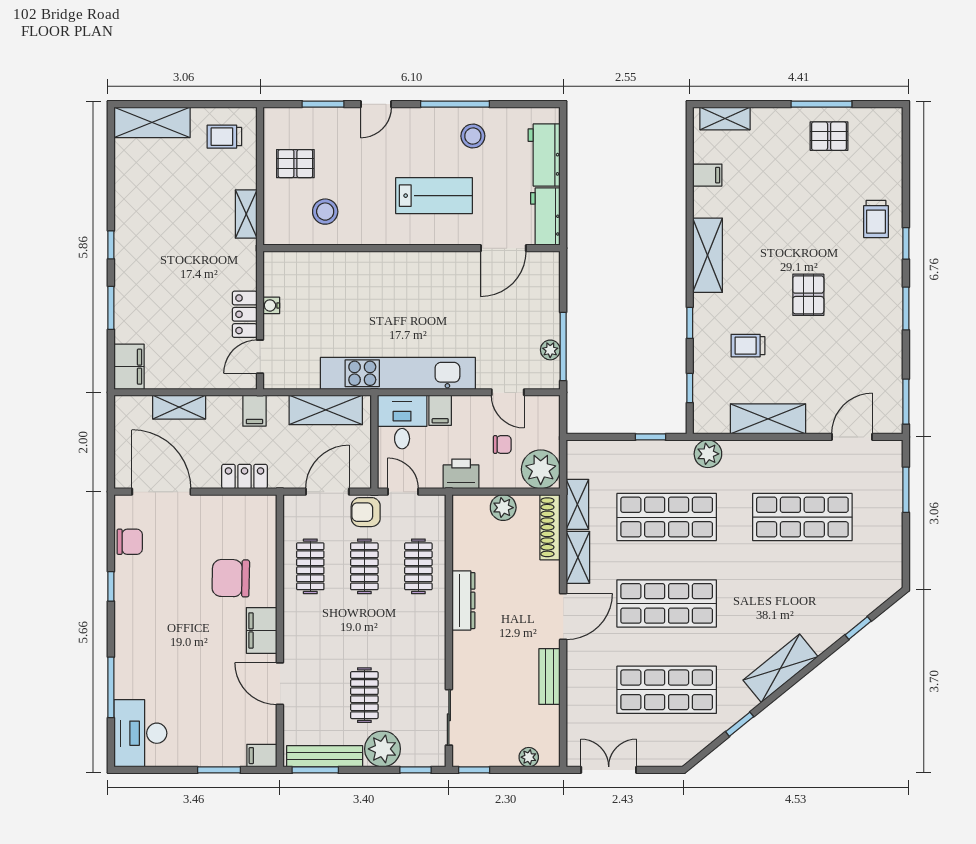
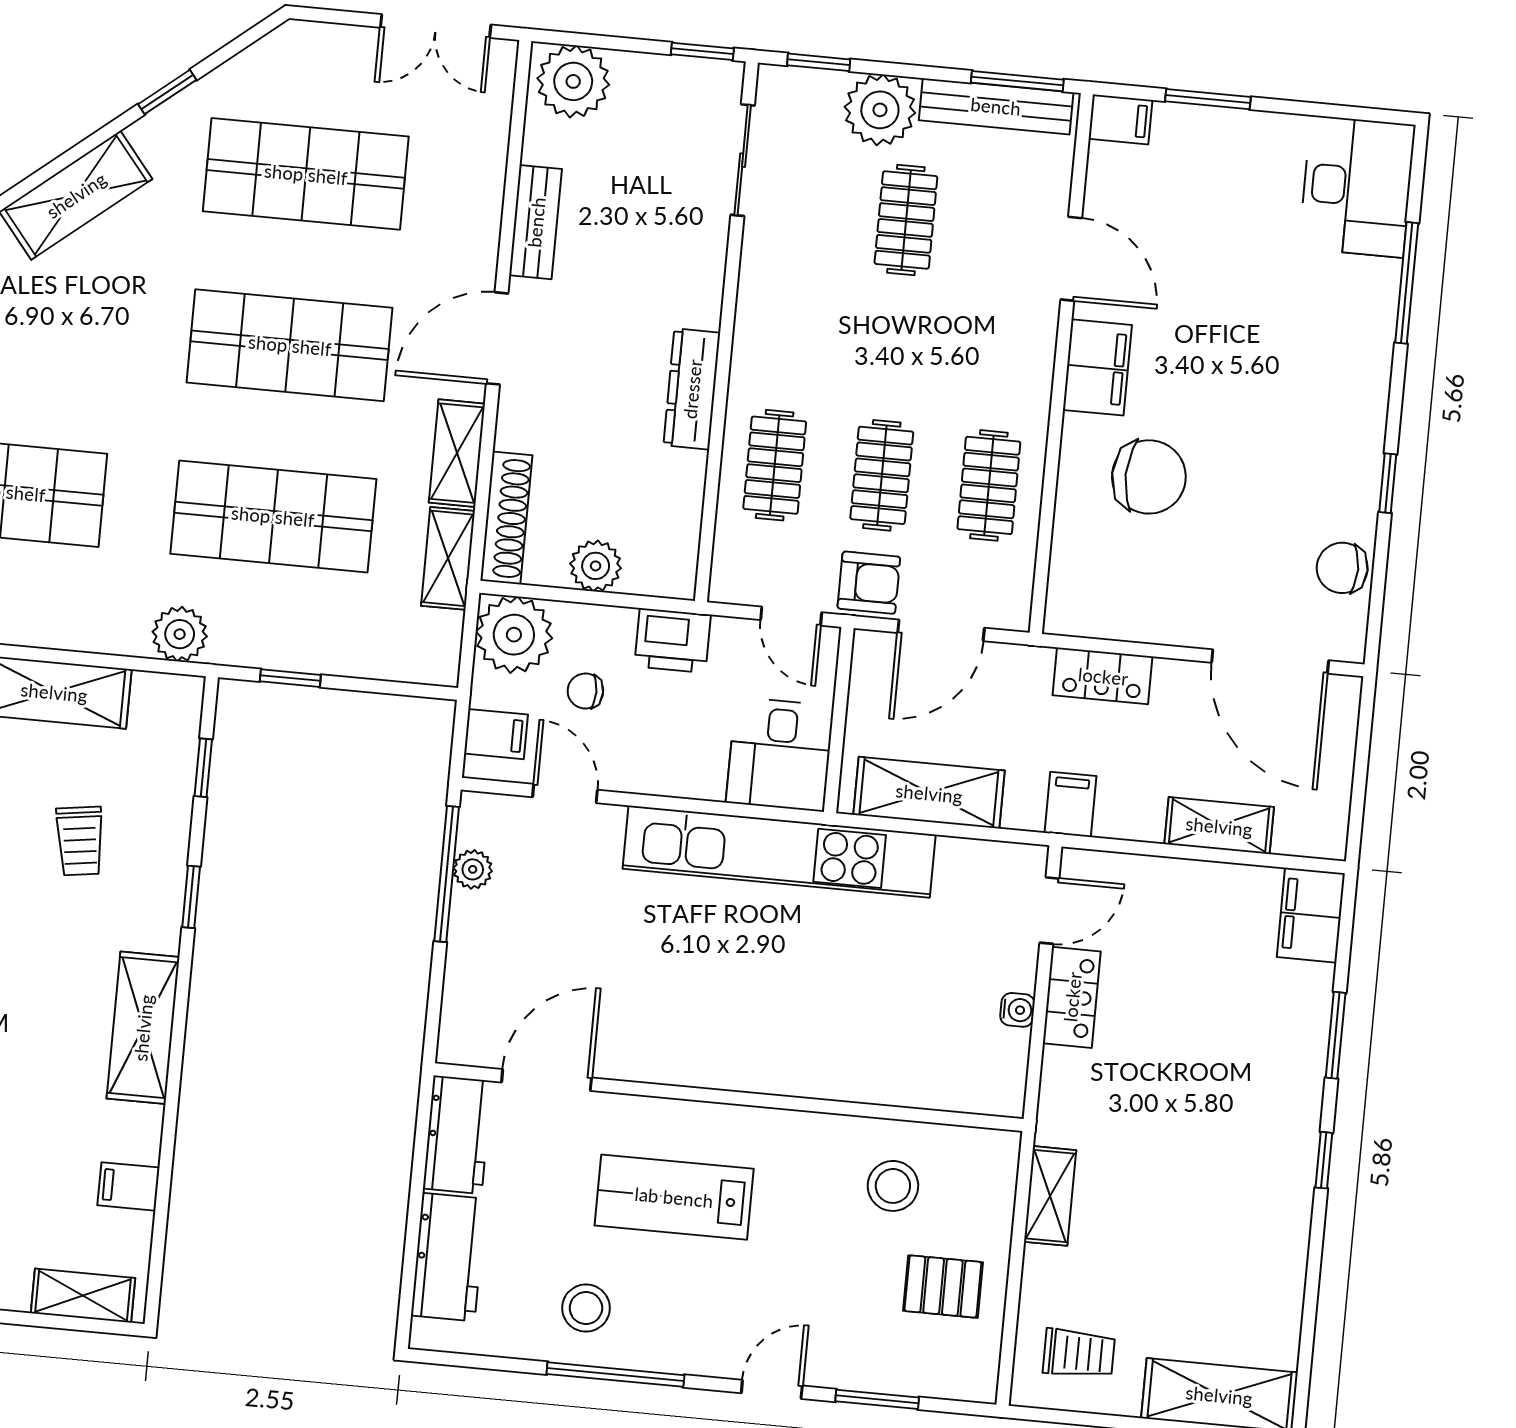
trolley: (748, 346) -> (80, 841), turned 82
filing cabinet: (440, 410) -> (496, 734), moved, turned 90
plant: (529, 757) -> (573, 81), width x1.88, depth x1.88

